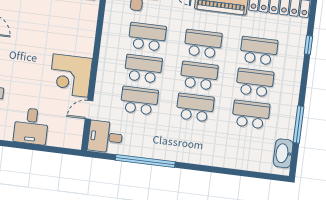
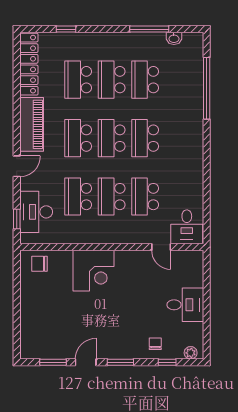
corner desk: (71, 76) -> (94, 271), moved
washbasin: (283, 153) -> (174, 38), width x0.52, depth x0.69
window: (145, 161) -> (207, 88), moved

